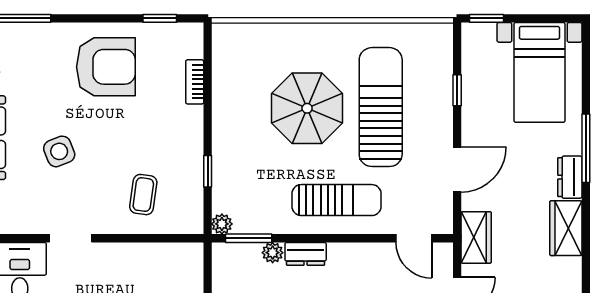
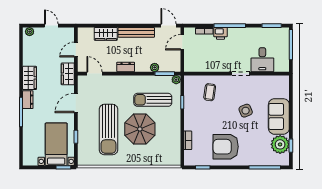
bed with nightstands: (539, 72) -> (56, 144), moved
sun lounger: (337, 200) -> (153, 100), moved
dresser: (306, 254) -> (126, 67), moved

